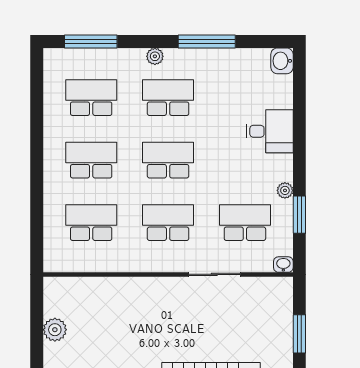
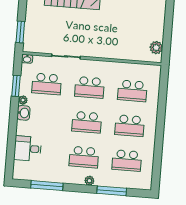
window: (91, 41) -> (112, 191), moved
window: (207, 41) -> (47, 186), moved
washbasin: (282, 61) -> (24, 113), moved
desk: (270, 131) -> (28, 149), moved
plant: (55, 330) -> (156, 48), moved
window: (299, 334) -> (20, 32), moved

